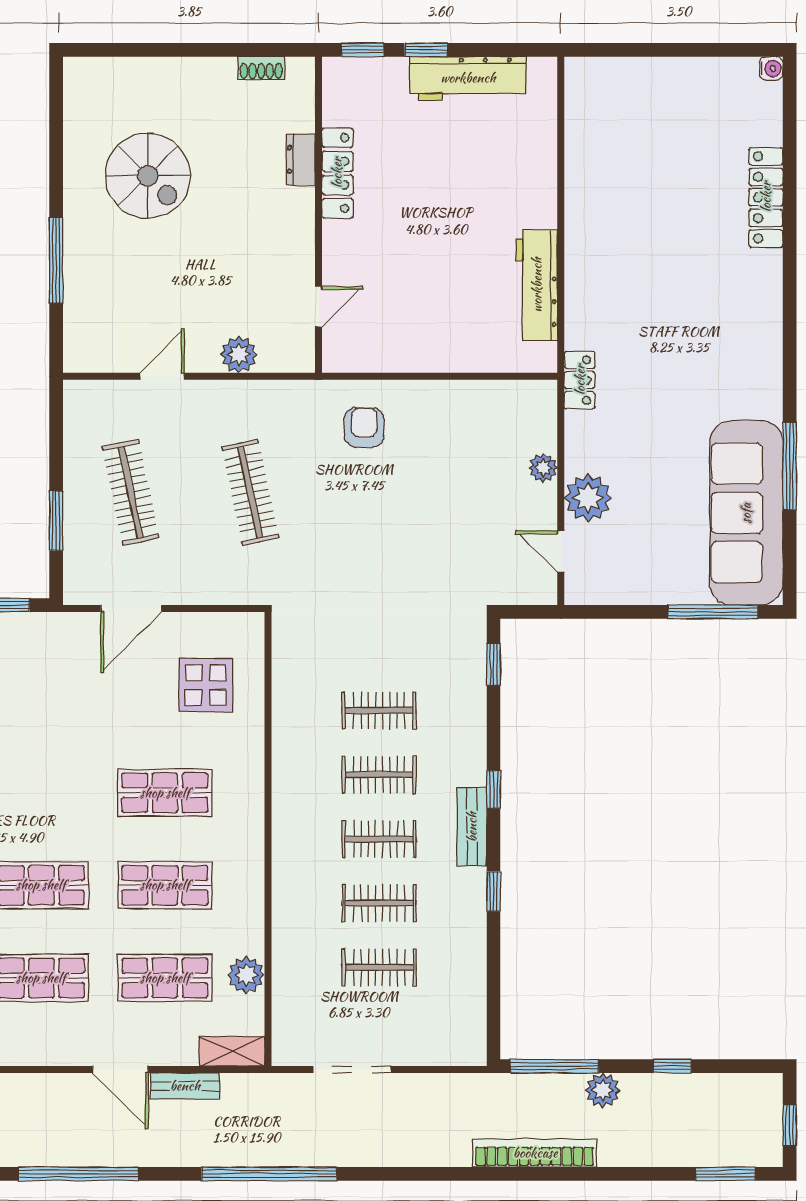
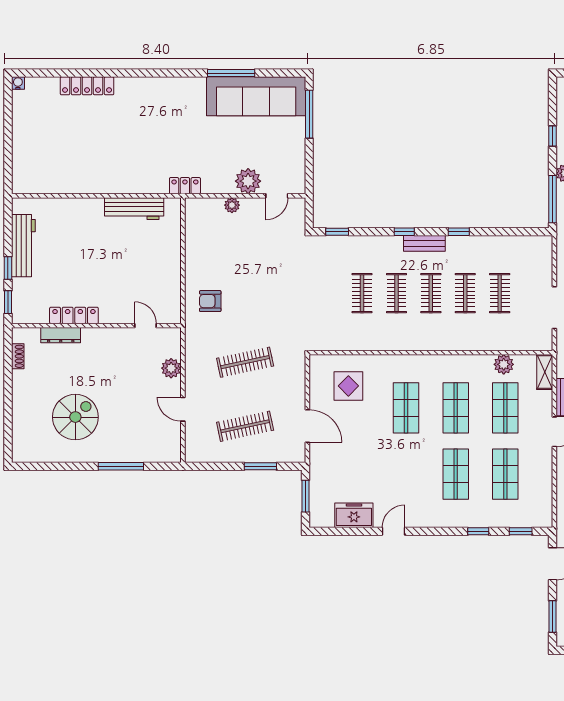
dresser: (301, 160) -> (61, 335), width x1.44

